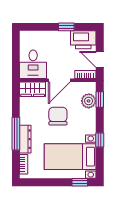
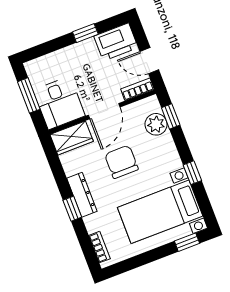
window: (16, 52) -> (29, 95), added
window: (16, 134) -> (72, 209), width x0.46
dresser: (25, 139) -> (82, 195), moved

